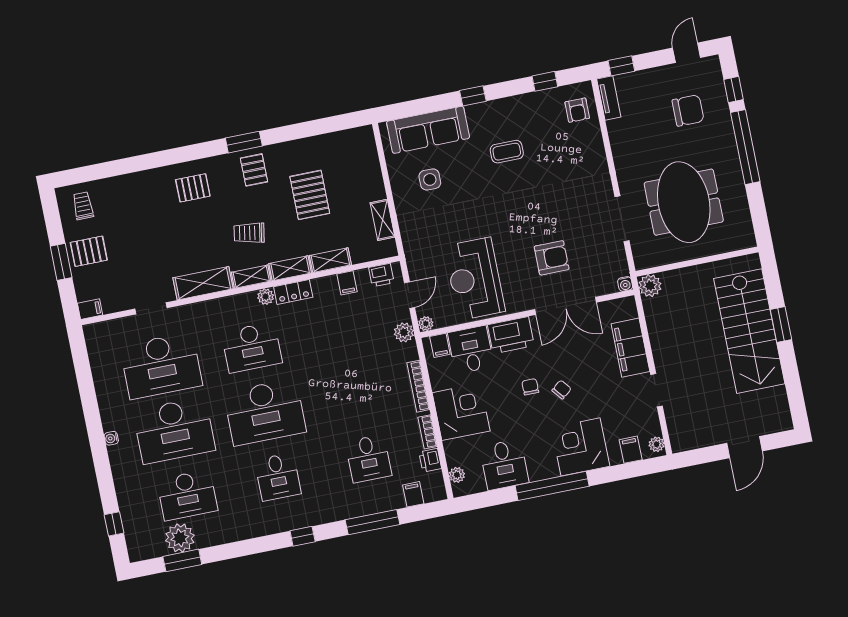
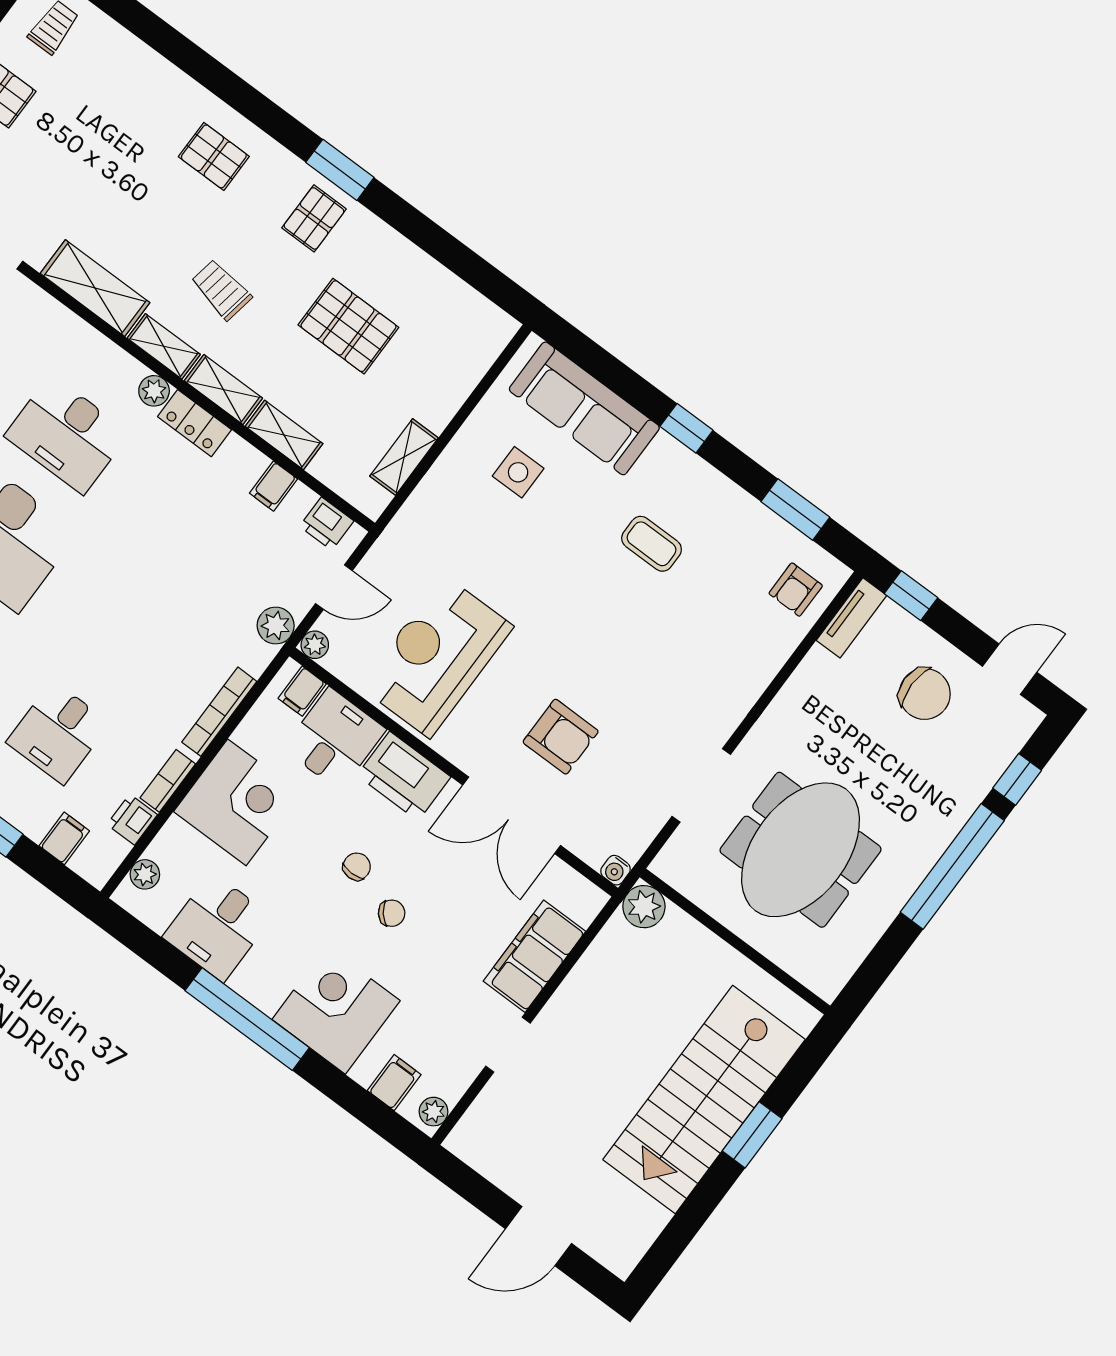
window: (545, 81) -> (795, 509), width x1.50
chair: (688, 110) -> (925, 694), moved
pallet: (310, 195) -> (348, 326), turned 90

